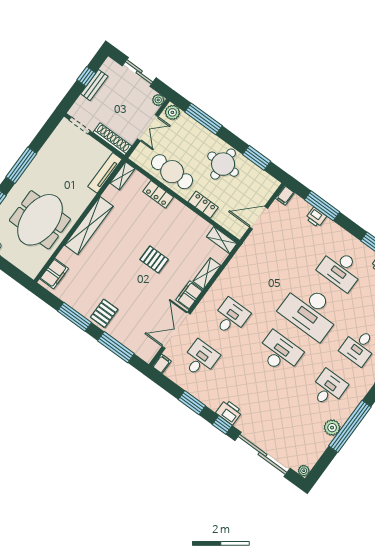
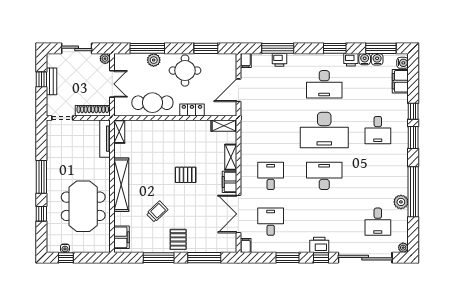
plant: (172, 112) -> (154, 60), moved
locker: (158, 194) -> (154, 126), removed
trolley: (104, 274) -> (157, 212), added
desk: (328, 388) -> (378, 222), moved, turned 180

